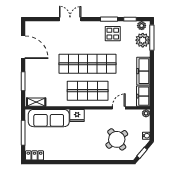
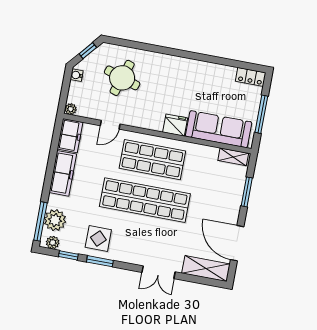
shelving: (40, 27) -> (206, 269), added
round table: (117, 139) -> (122, 78), turned -35

